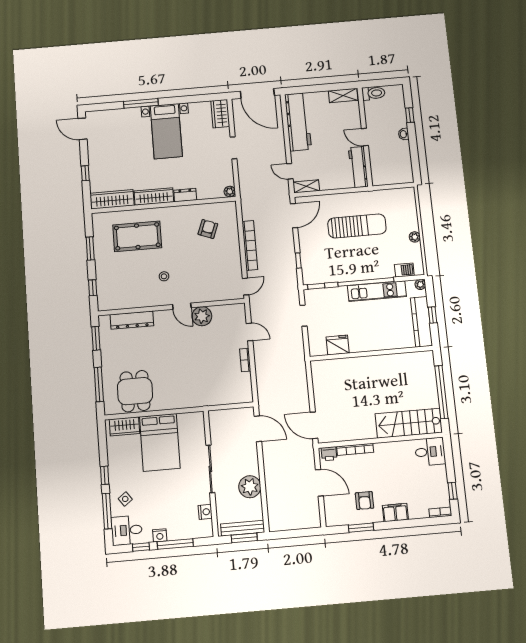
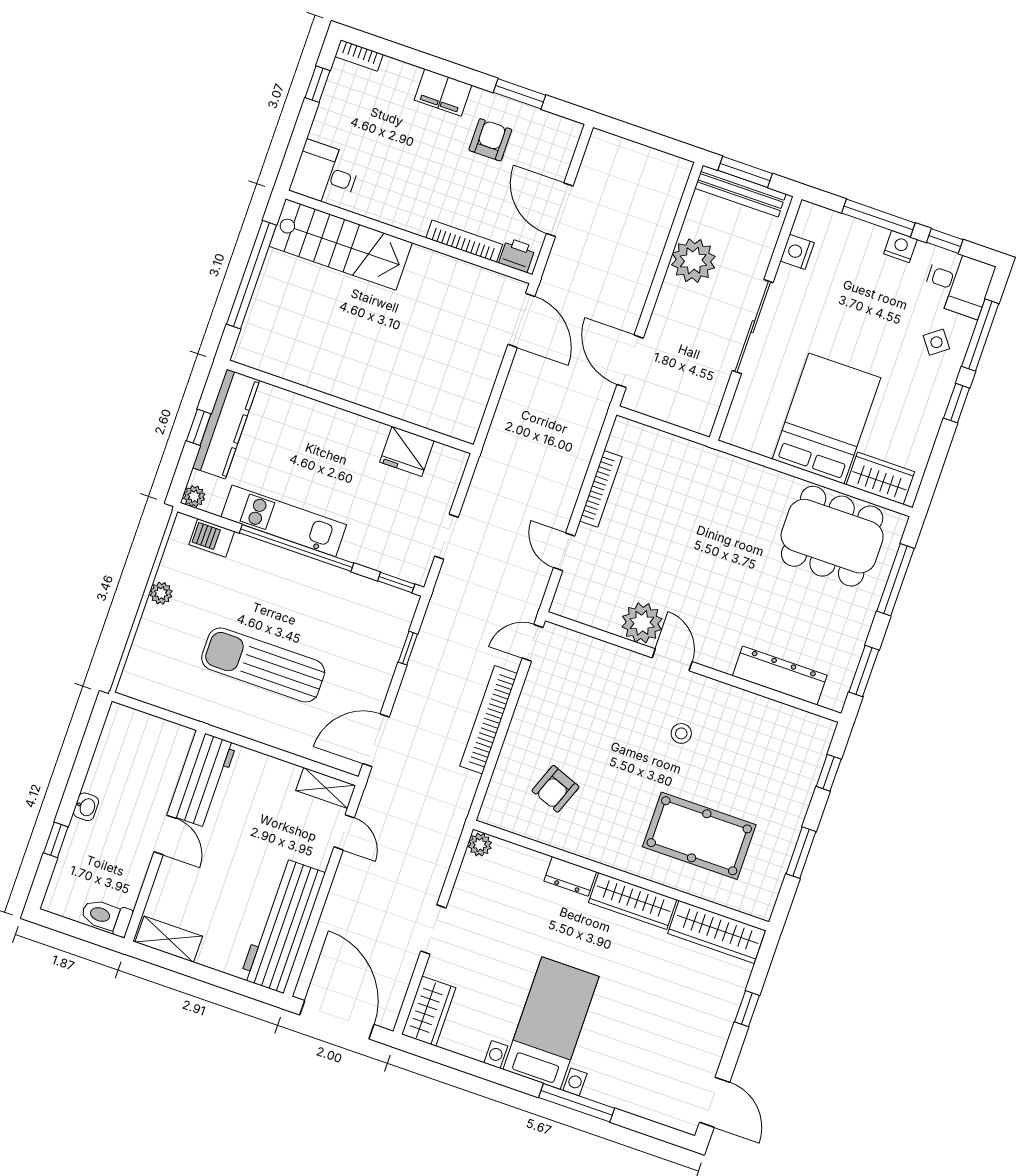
bookcase: (245, 360) -> (601, 489), width x1.56
dining table: (135, 391) -> (832, 536), width x1.38

